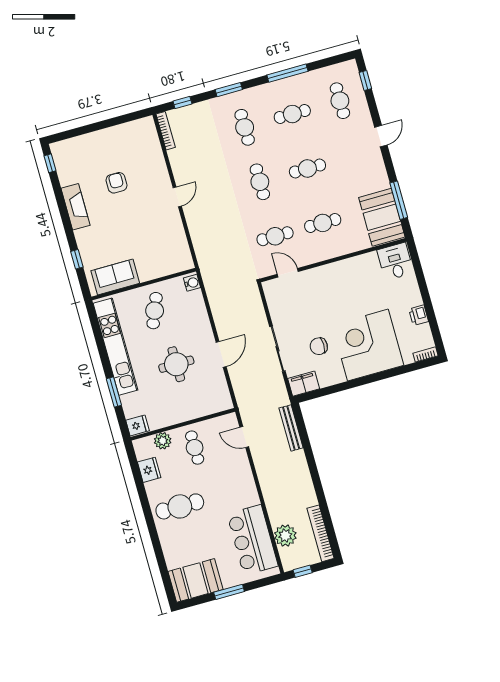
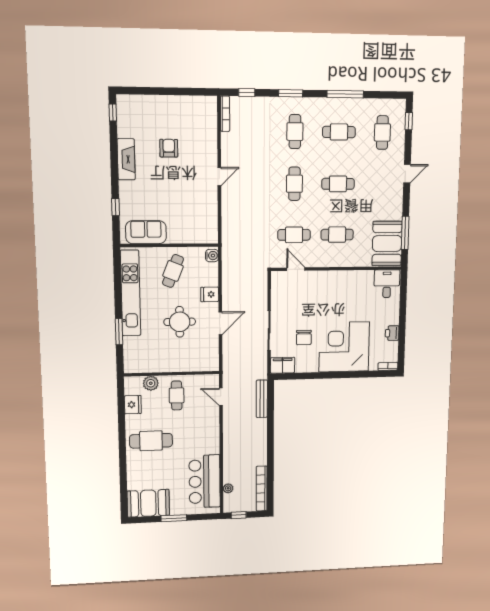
chair: (319, 346) -> (304, 337), turned -90
fridge: (138, 425) -> (210, 294), moved, turned 180
plant: (285, 536) -> (228, 488), width x0.53, depth x0.53

